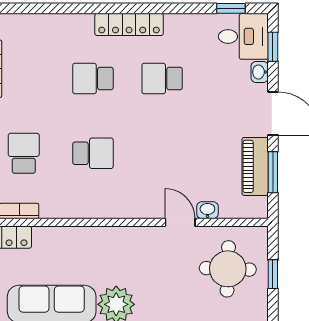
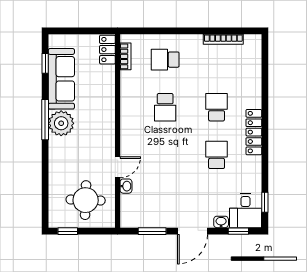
school desk: (24, 153) -> (165, 60), turned 180
piano: (255, 166) -> (156, 219), removed
window: (273, 274) -> (68, 231), moved

